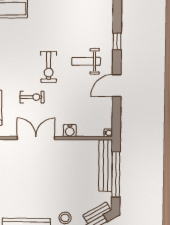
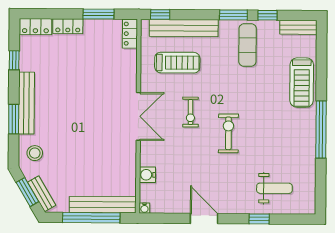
weight bench: (86, 61) -> (274, 188), moved, turned 90
exercise bike: (49, 67) -> (228, 133), turned 90
water cooler: (70, 131) -> (147, 175), moved

